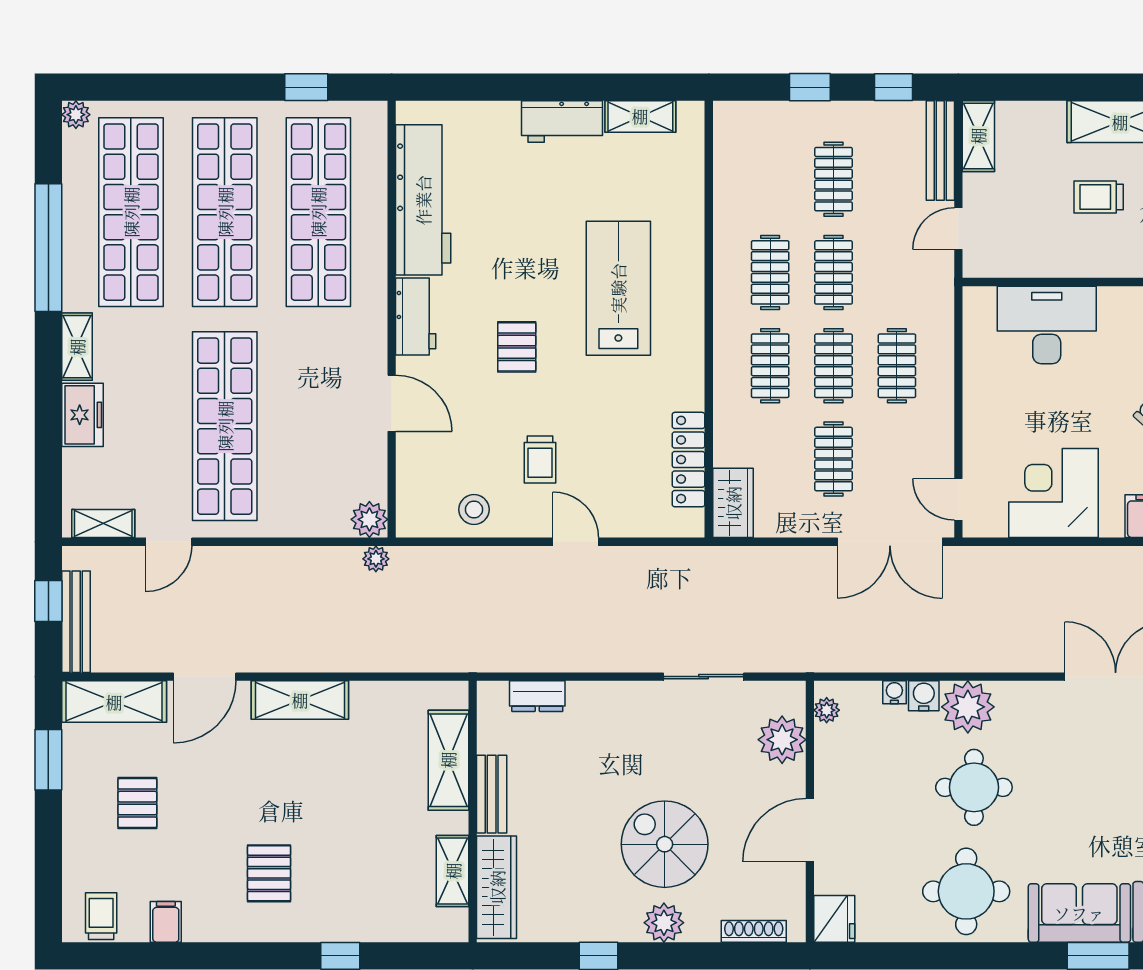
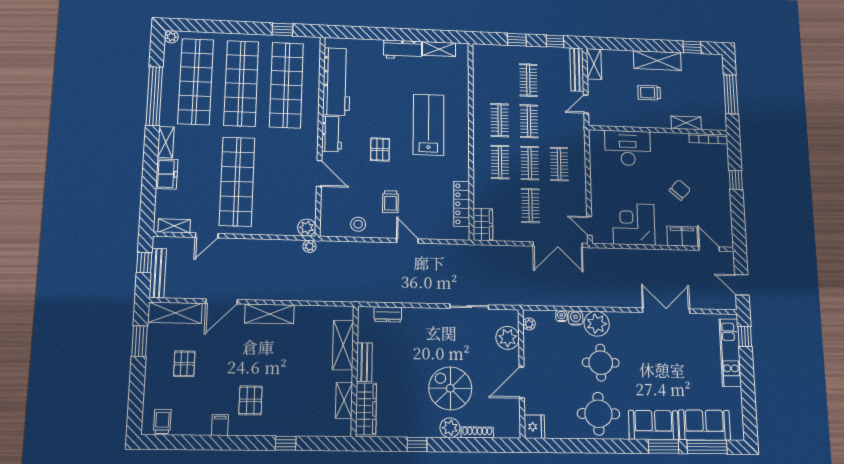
filing cabinet: (166, 922) -> (220, 425), moved
shoe rack: (754, 931) -> (477, 432), moved

